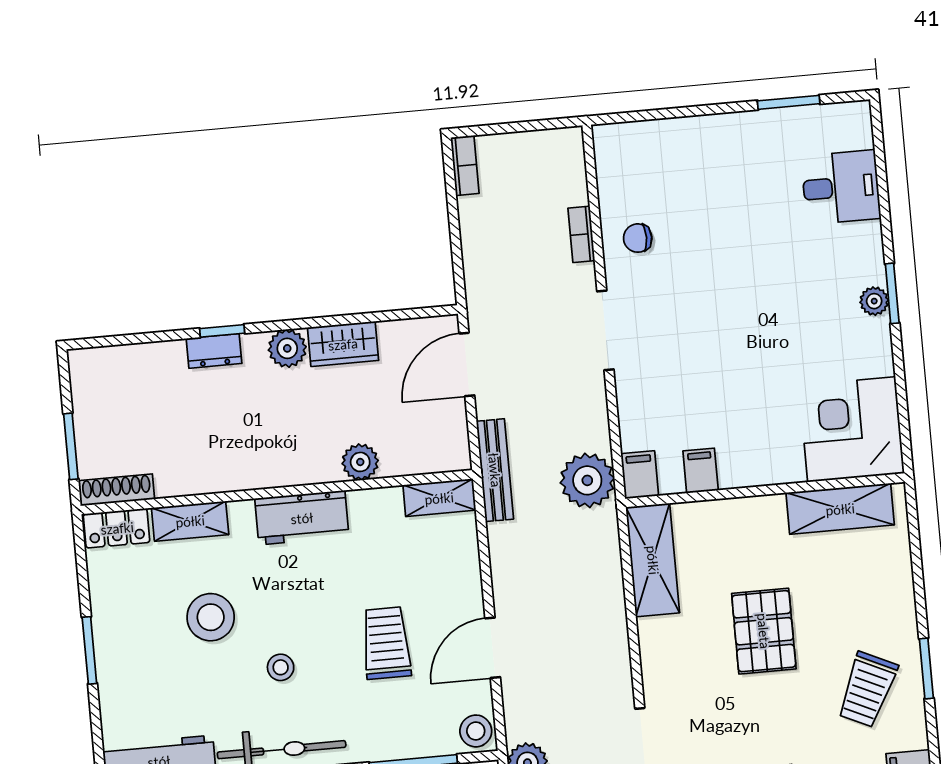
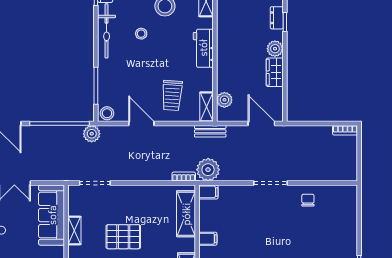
bookcase: (581, 234) -> (184, 177), moved
plant: (360, 462) -> (224, 100), moved
bench: (495, 470) -> (210, 131), width x0.73
filing cabinet: (701, 471) -> (208, 239), moved
shelving: (653, 560) -> (186, 214), moved, turned 90
pallet: (764, 631) -> (123, 237), moved
trolley: (386, 643) -> (172, 95), moved, turned 94

